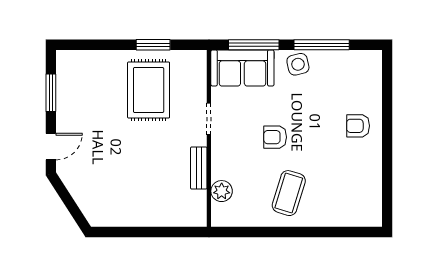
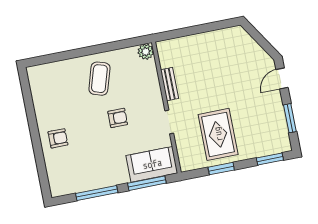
window: (87, 45) -> (270, 159), added
side table: (298, 64) -> (111, 175), removed
plant: (222, 191) -> (146, 52), moved

